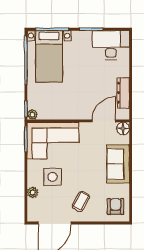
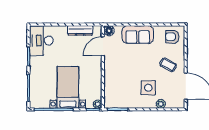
bed with nightstands: (49, 56) -> (68, 87), moved, turned -90
door: (104, 121) -> (103, 46), hinge flipped
corner sofa: (53, 141) -> (119, 87), removed

